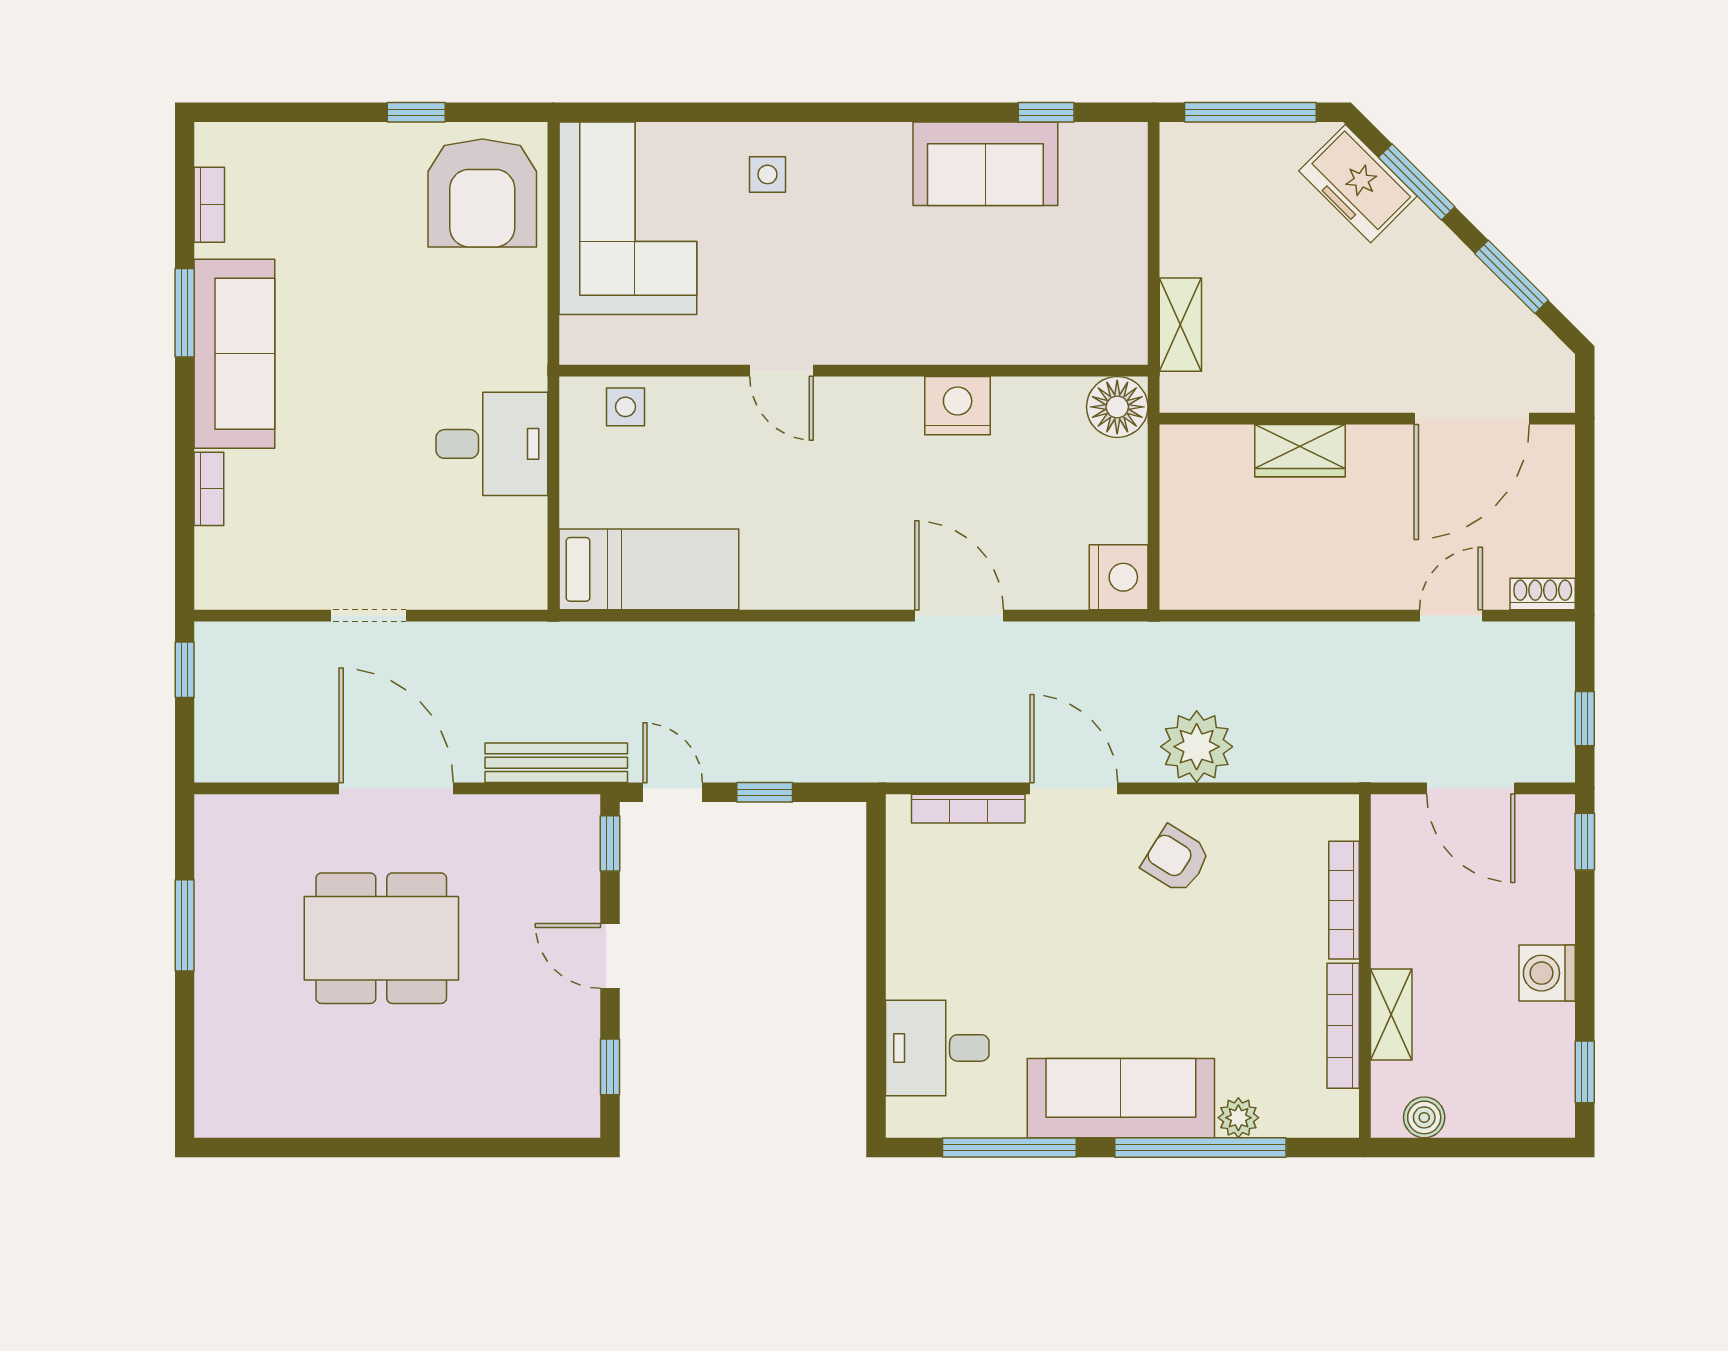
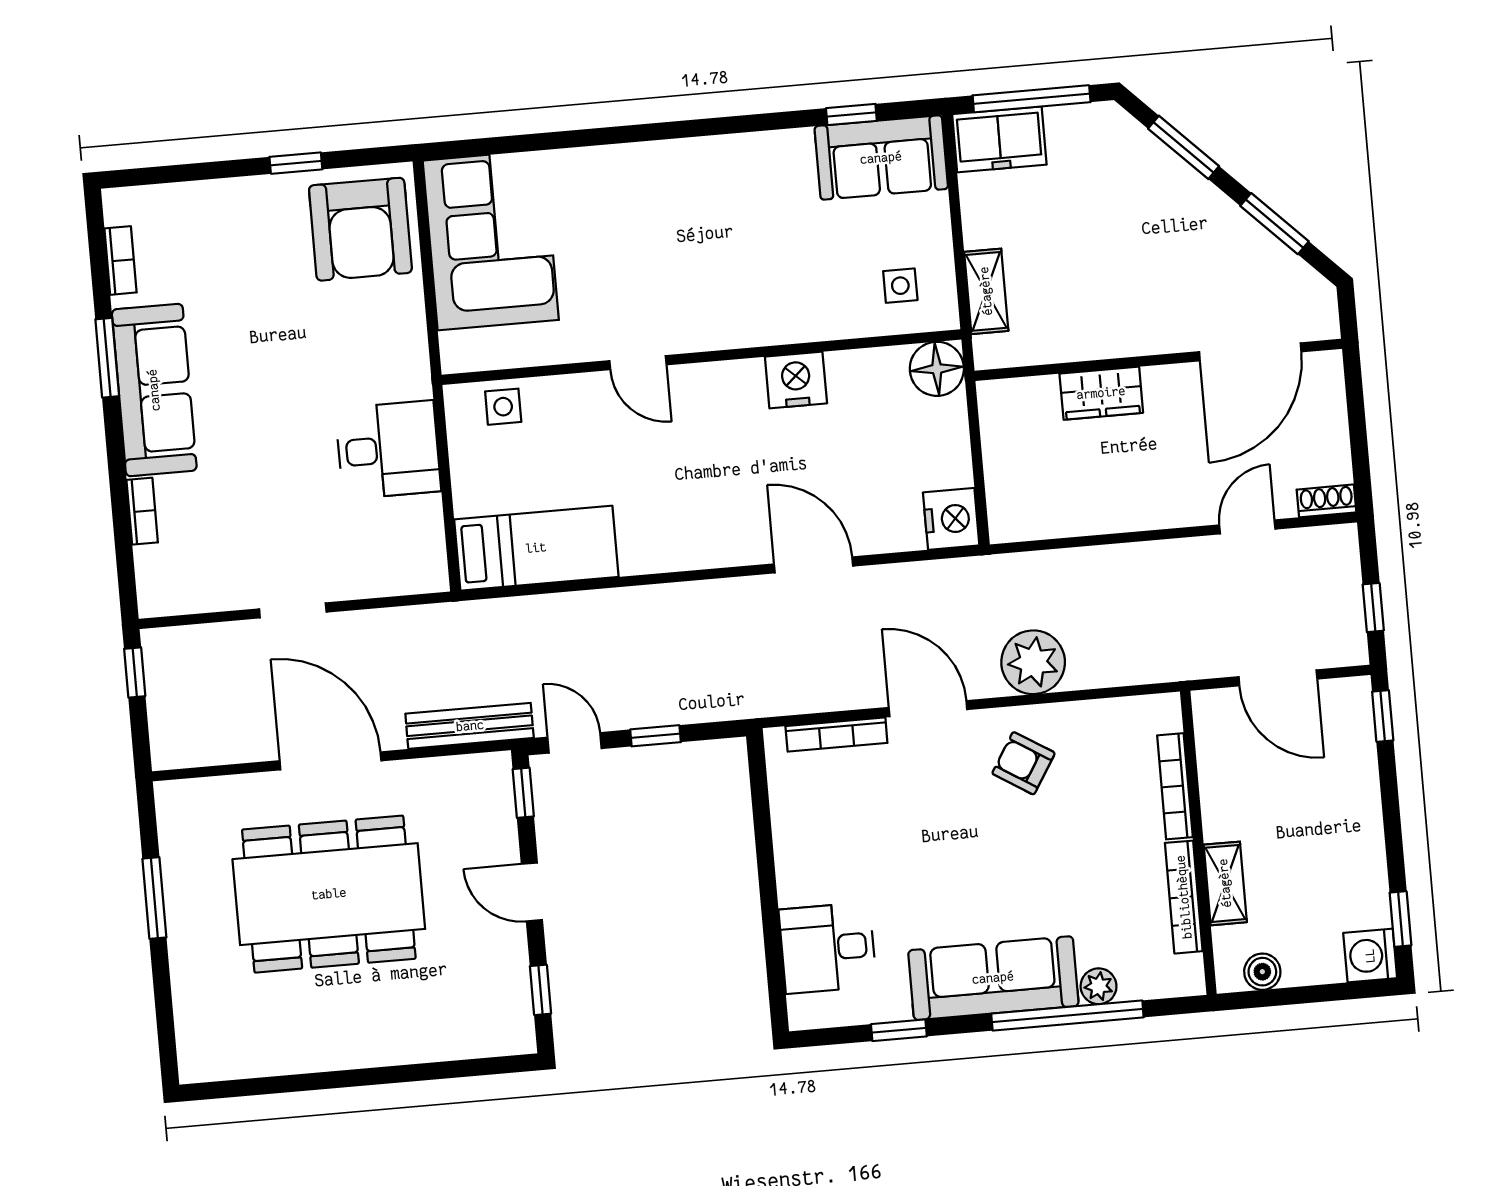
sofa: (985, 164) -> (881, 158), moved
side table: (768, 174) -> (900, 286), moved
freezer: (1358, 184) -> (999, 139), moved, turned -45
dining table: (381, 938) -> (329, 894), width x1.36, depth x1.24
washing machine: (1547, 973) -> (1370, 956), moved
window: (1009, 1148) -> (899, 1030), width x0.46

